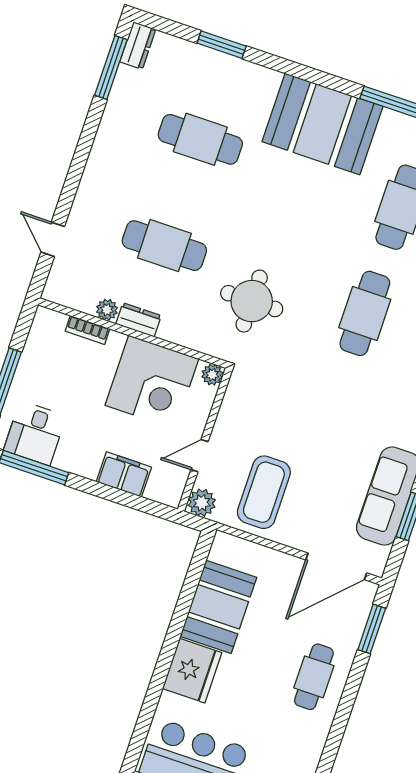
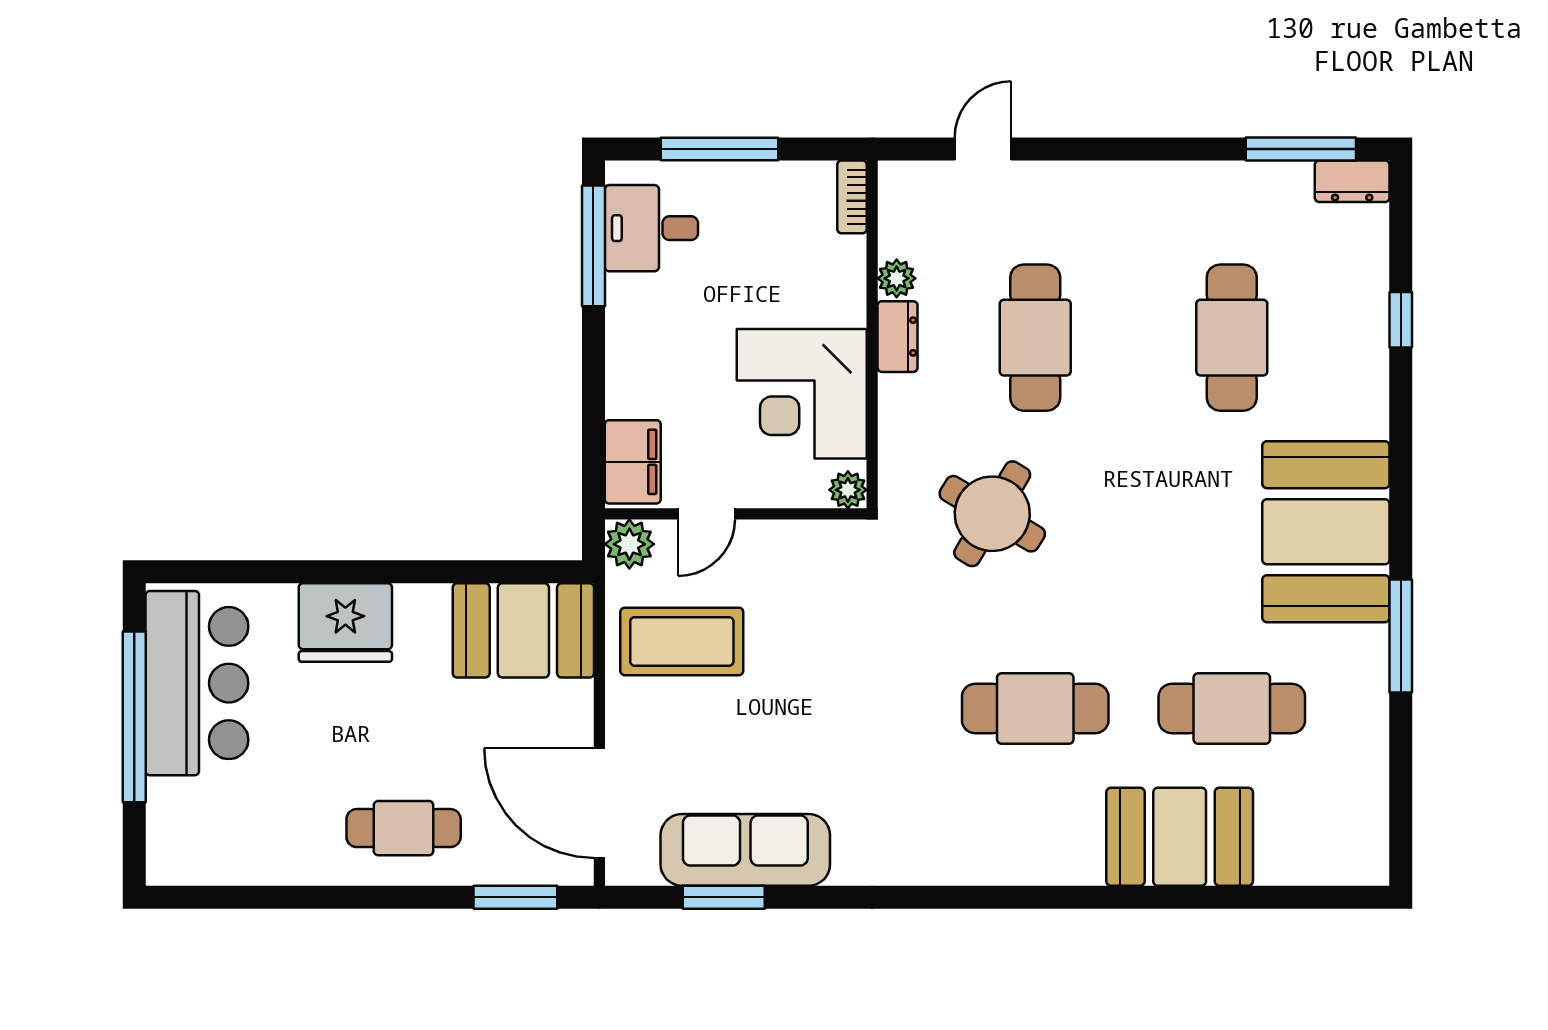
window: (222, 45) -> (1401, 320), width x0.67
round table: (252, 301) -> (992, 514), turned 31
bookcase: (87, 330) -> (852, 197), moved
door: (200, 456) -> (706, 514), swing flipped
filing cabinet: (124, 474) -> (633, 462), moved
booth: (218, 607) -> (523, 630), moved

